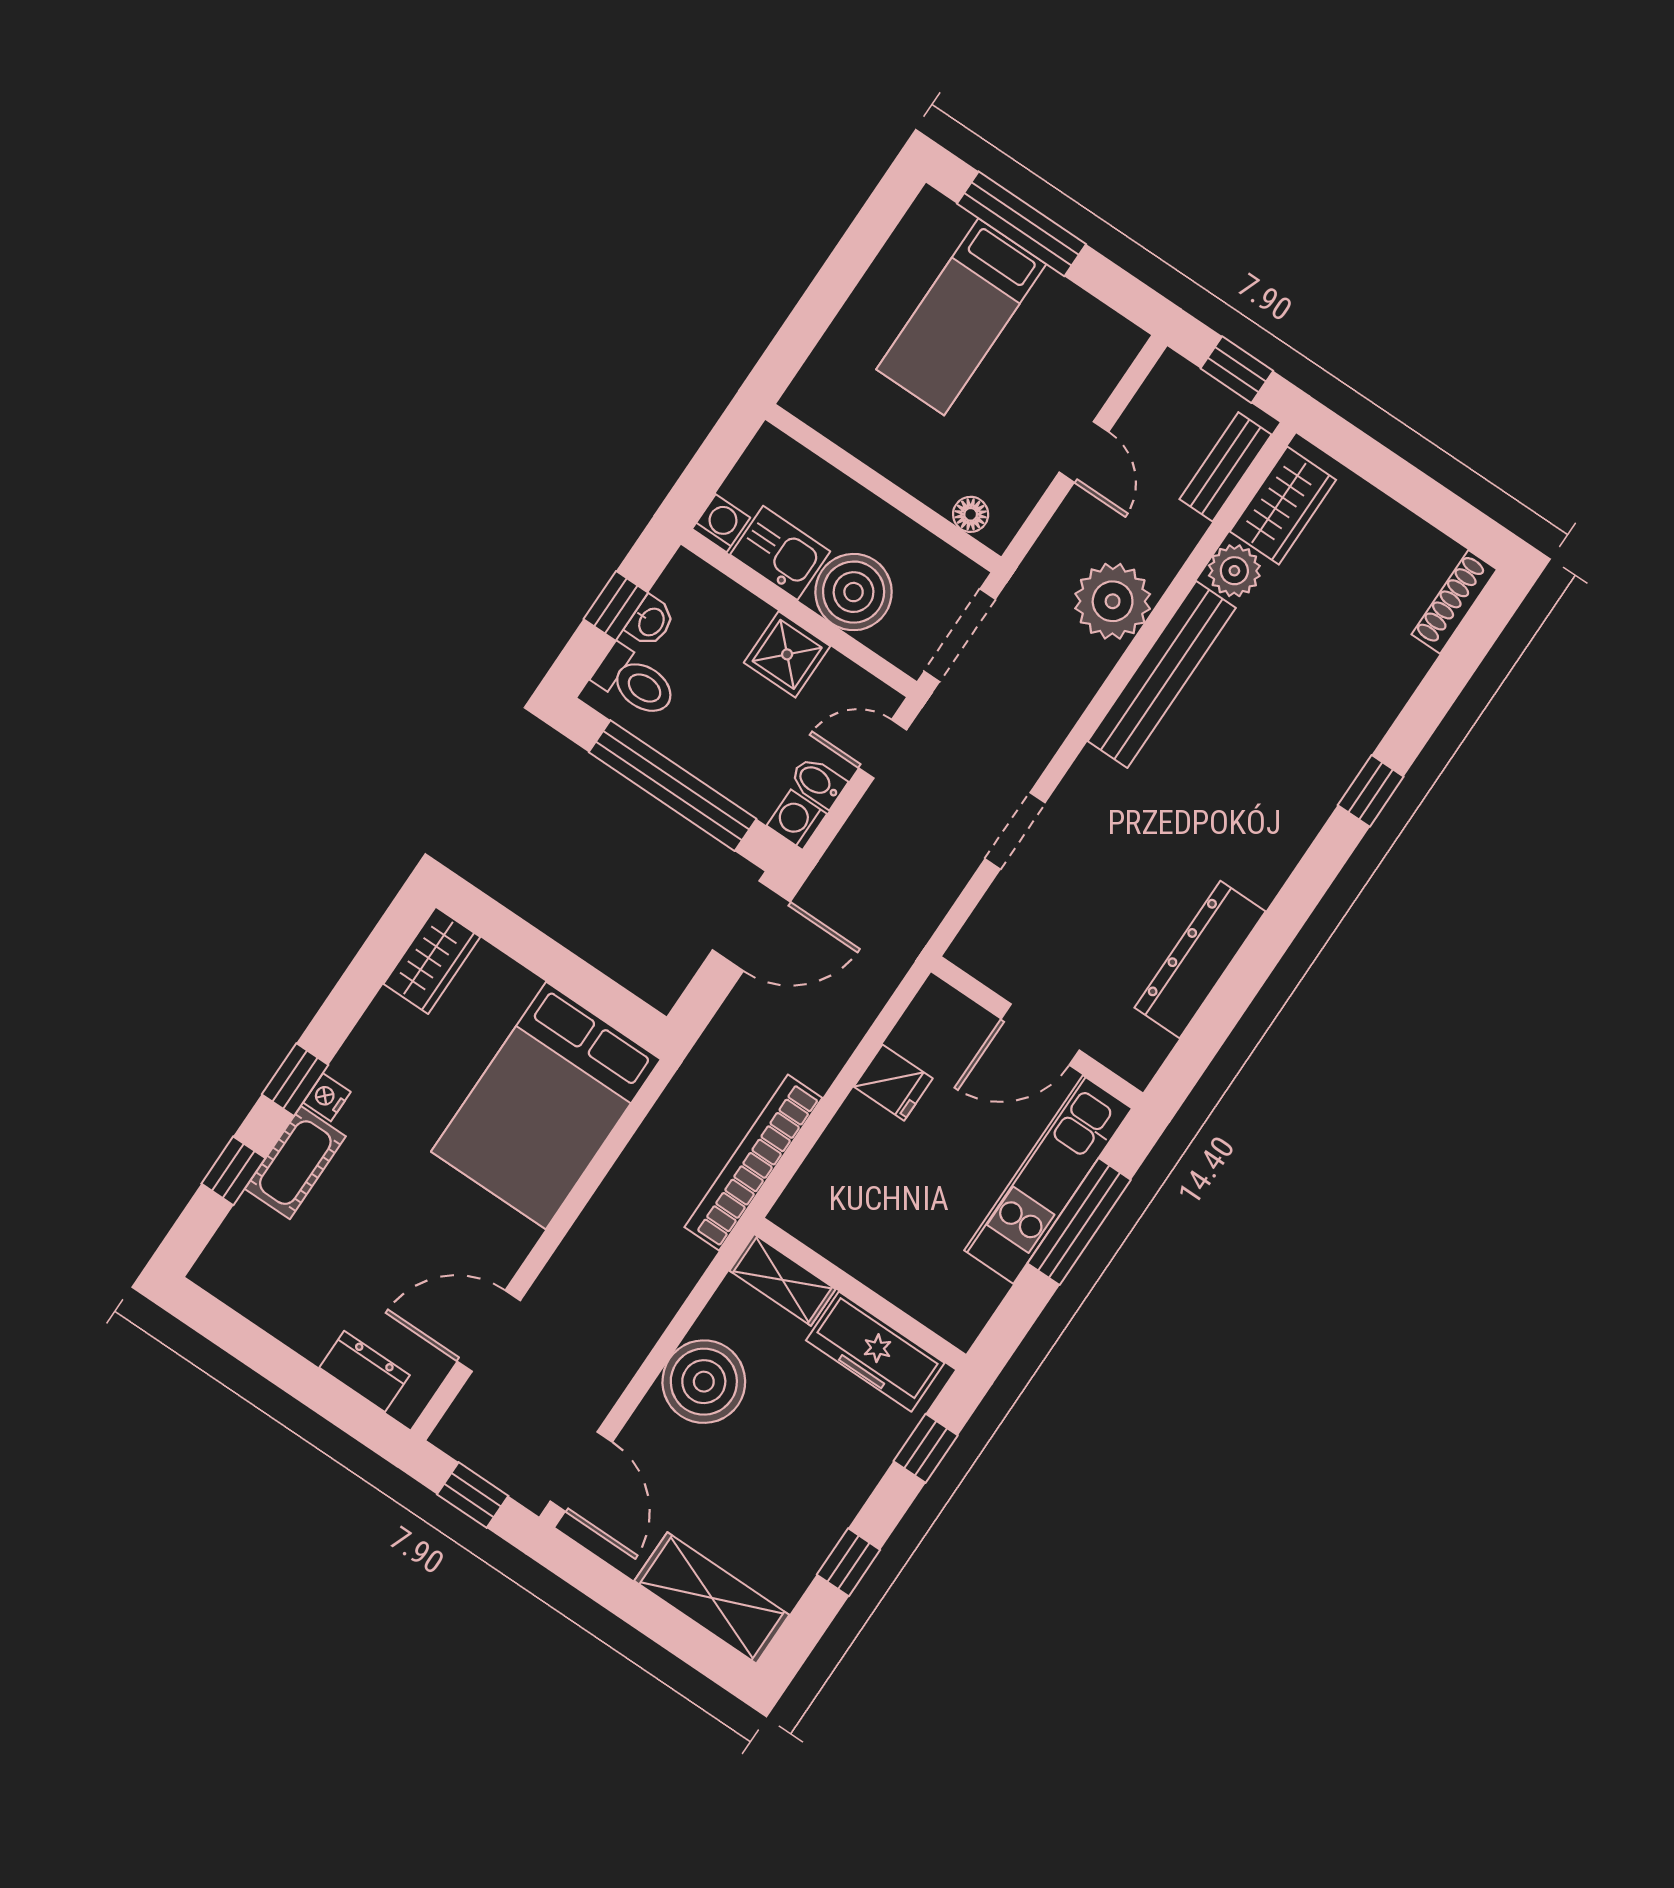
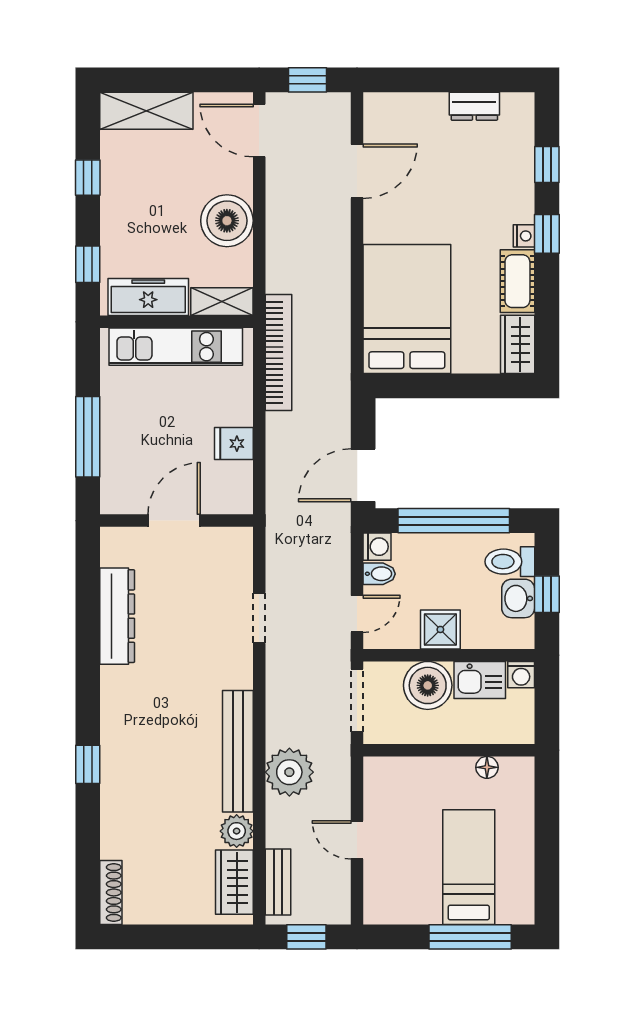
floor lamp: (971, 514) -> (487, 767), moved
washbasin: (651, 621) -> (518, 598), width x1.38, depth x1.45
cot: (295, 1163) -> (517, 281), moved
kitchen unit: (1048, 1179) -> (176, 347), moved, turned 90
dresser: (365, 1371) -> (474, 106), moved

